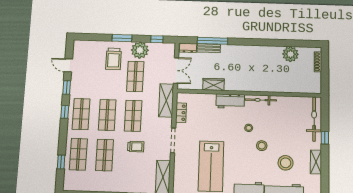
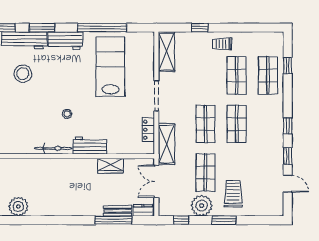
shop shelf: (81, 114) -> (268, 124), removed
stool: (262, 146) -> (51, 93), removed
trolley: (136, 147) -> (222, 44), moved

